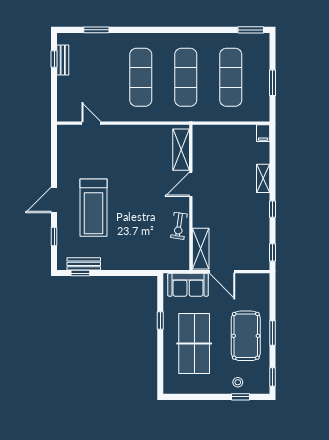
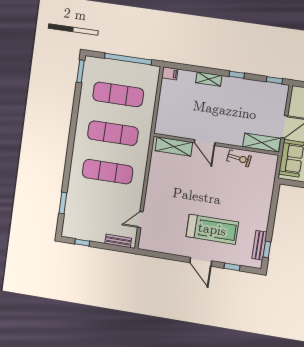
bench: (63, 60) -> (118, 241), moved
window: (272, 83) -> (128, 59), width x2.11

